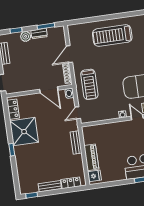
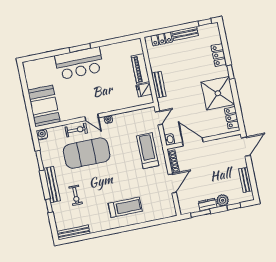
treadmill: (112, 36) -> (125, 207), width x0.73, depth x0.73
locker: (21, 165) -> (219, 55), added
fridge: (94, 176) -> (144, 90), moved

